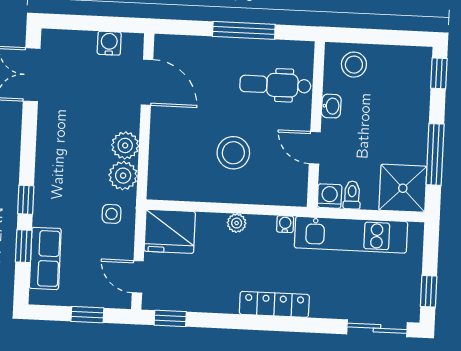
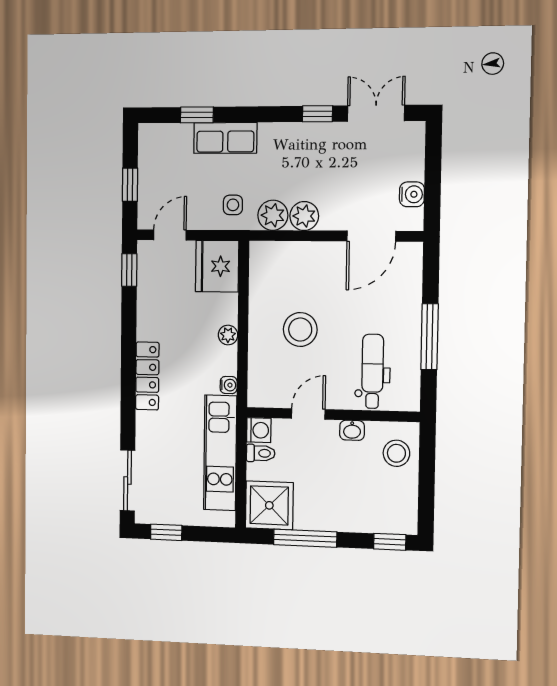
window: (26, 200) -> (317, 114), moved
row of seats: (45, 258) -> (225, 138), moved

